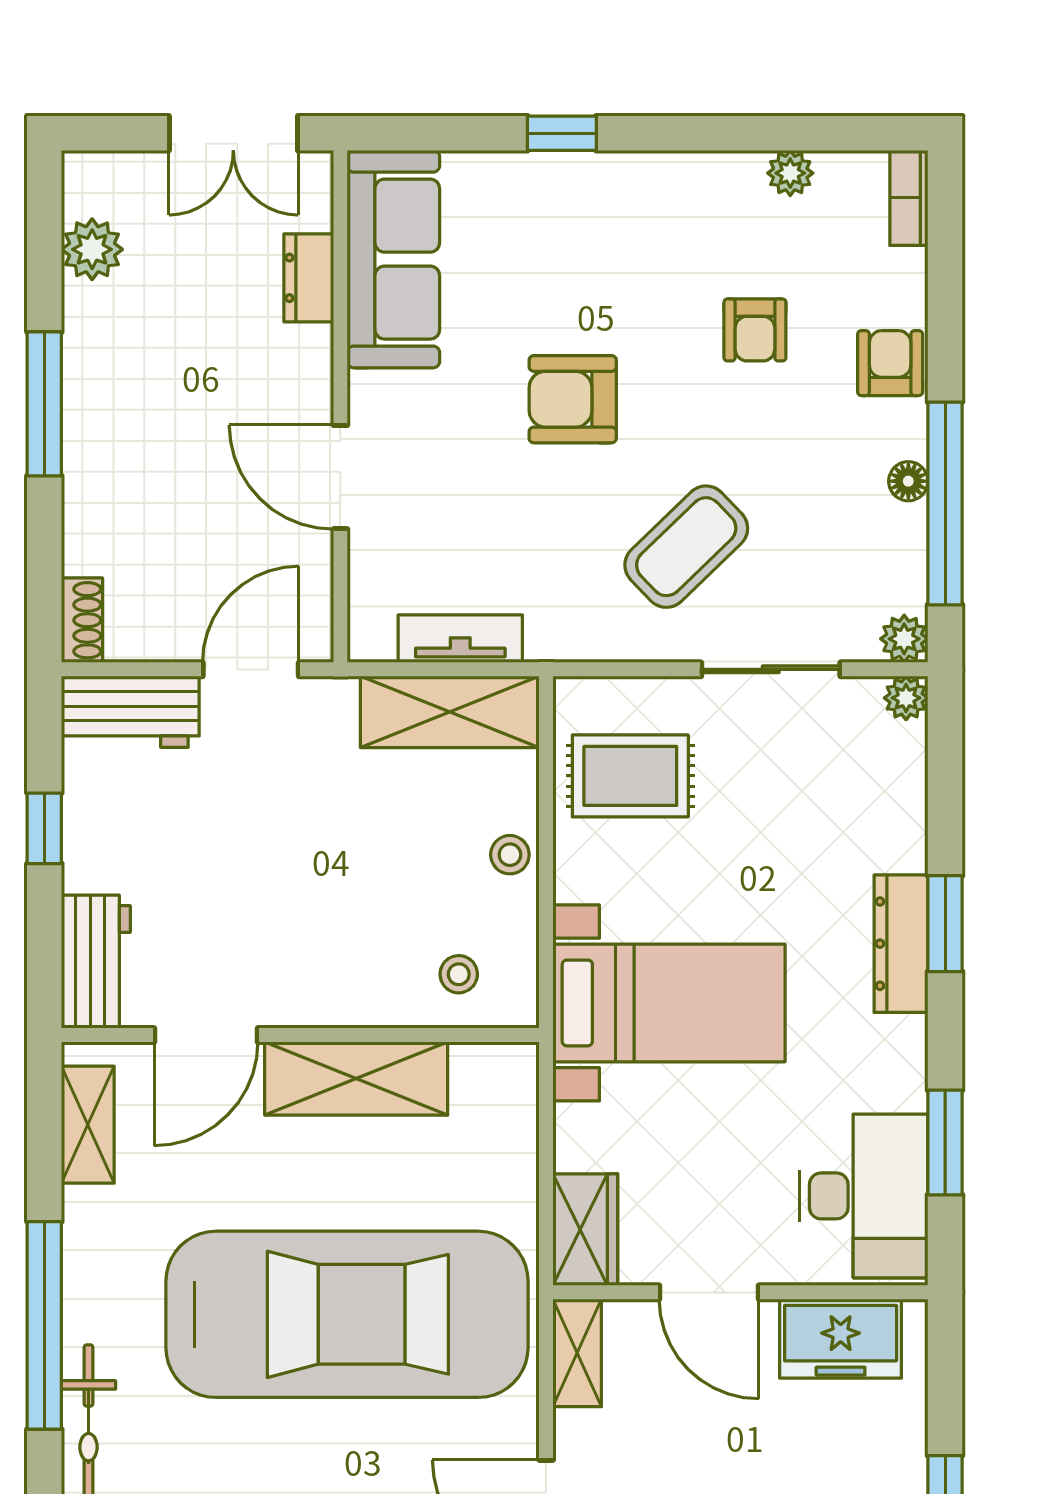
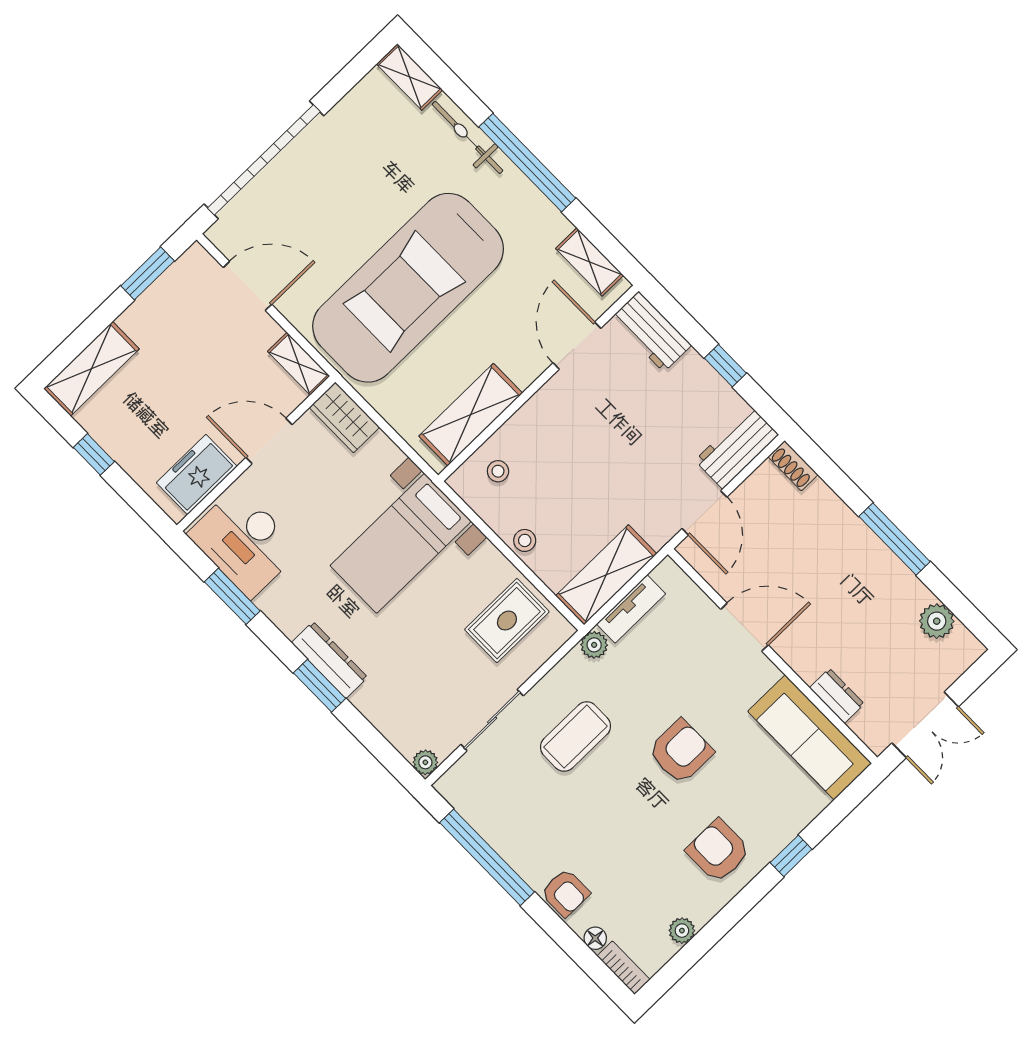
double door: (233, 133) -> (925, 725), swing flipped
armchair: (755, 330) -> (718, 851), moved, width x1.38, depth x1.38
floor lamp: (908, 481) -> (595, 938), moved
coffee table: (686, 547) -> (575, 737), turned 44
plant: (904, 639) -> (594, 645), moved
shelving: (356, 1079) -> (471, 415), moved

